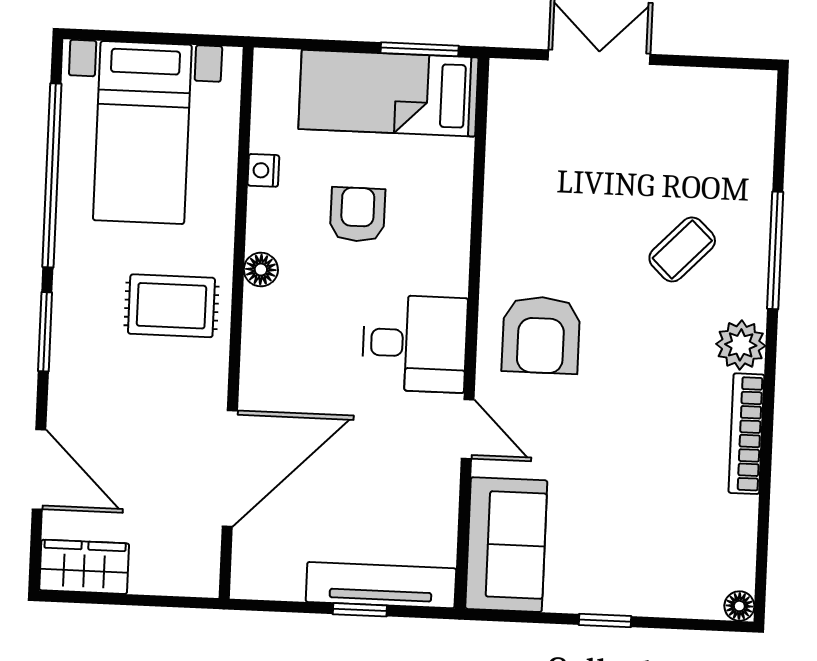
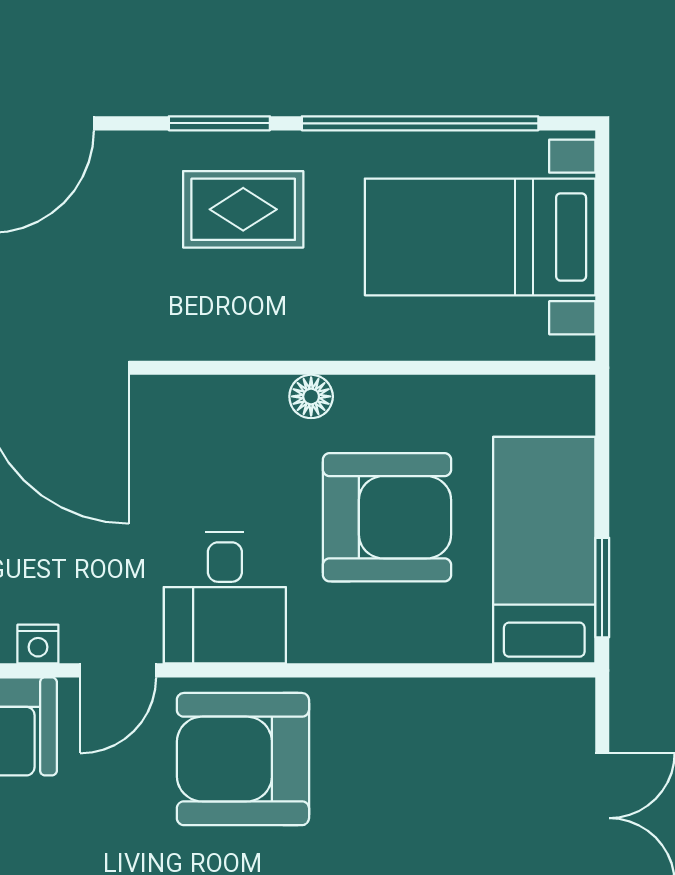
nightstand: (263, 170) -> (38, 644), moved, turned 180
armchair: (358, 214) -> (387, 517), width x1.88, depth x1.88
rug: (171, 306) -> (243, 209), moved, turned 90
armchair: (541, 335) -> (243, 759), width x1.36, depth x1.36

